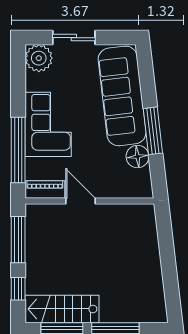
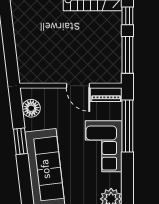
window: (153, 131) -> (20, 141), width x0.69
floor lamp: (138, 157) -> (31, 108), moved

